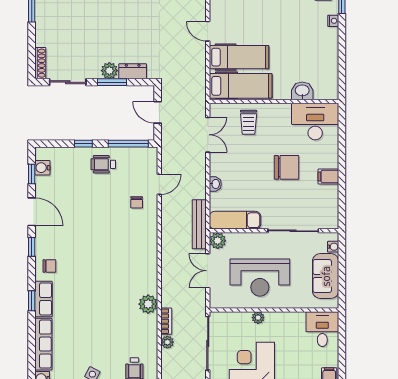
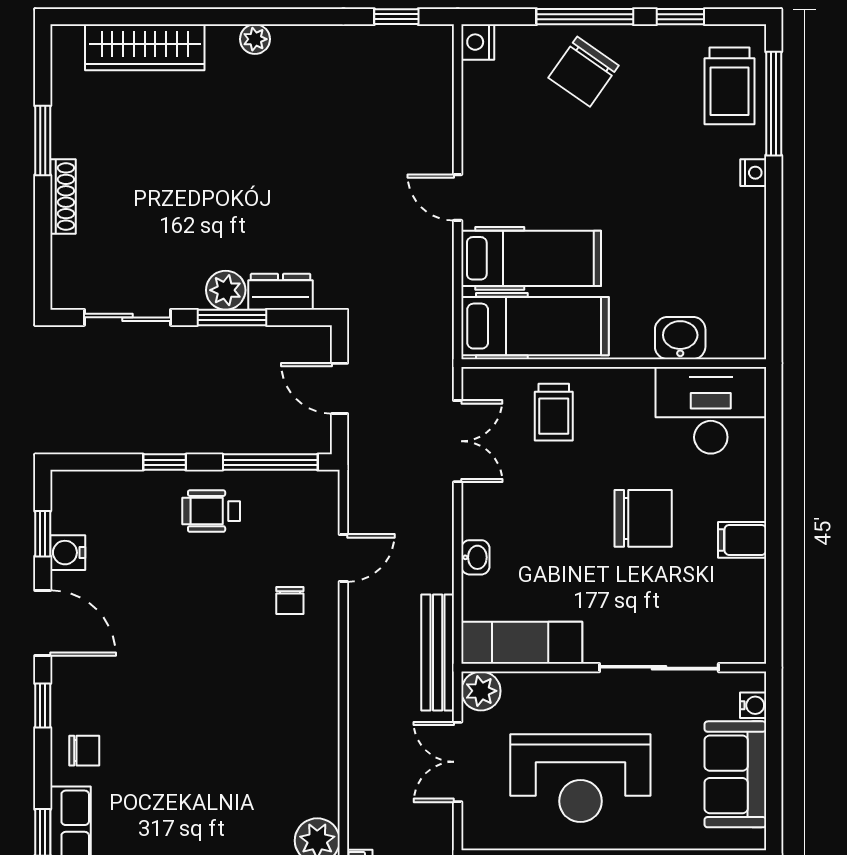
shoe rack: (40, 63) -> (63, 197), moved
water cooler: (42, 168) -> (68, 553), moved

